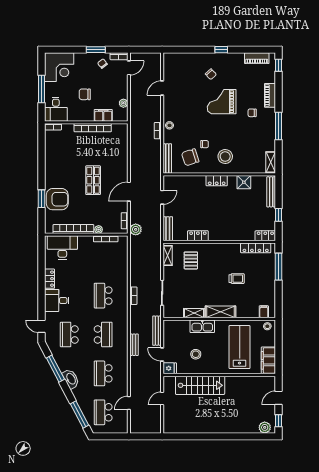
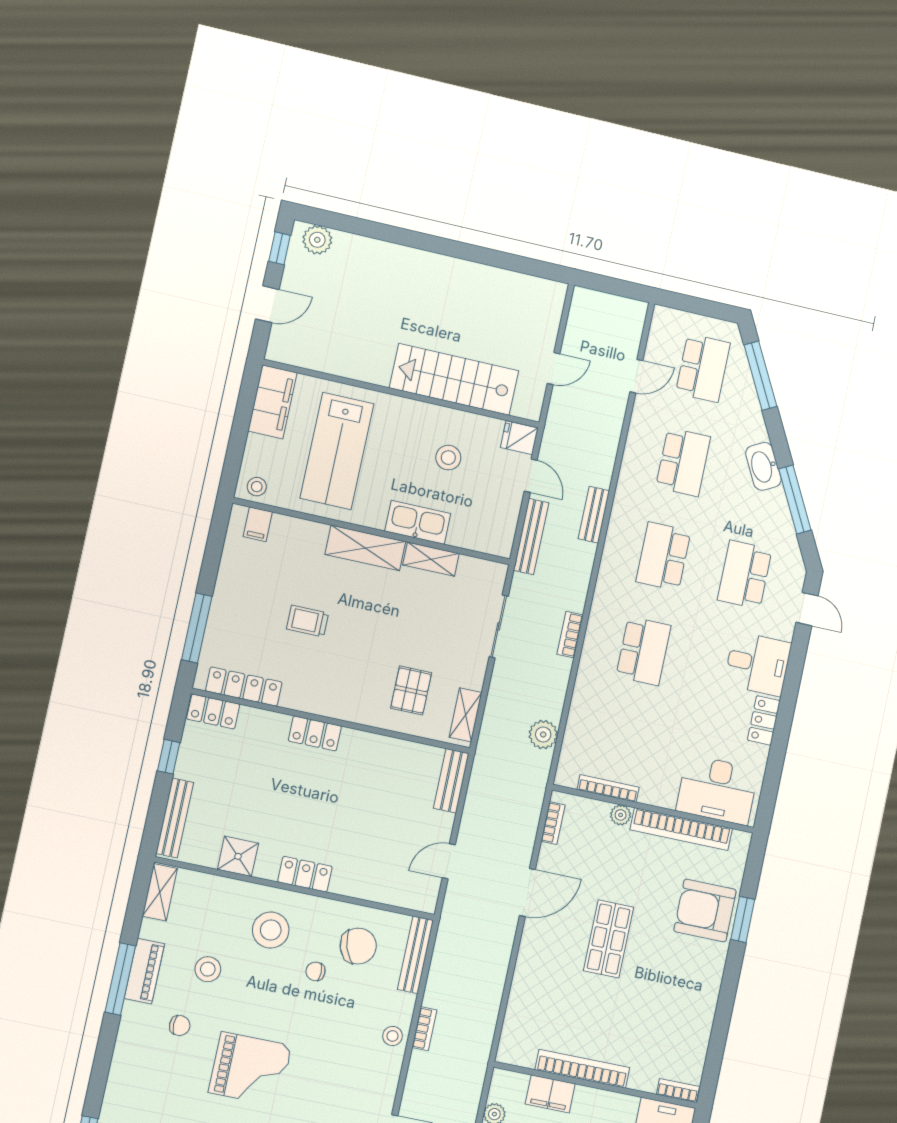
piano: (270, 95) -> (144, 971), moved
stool: (246, 137) -> (208, 969), added
plant: (136, 229) -> (543, 735), moved
locker: (198, 236) -> (315, 733), moved
school desk: (69, 334) -> (745, 575), turned 180

